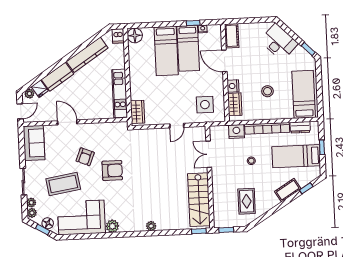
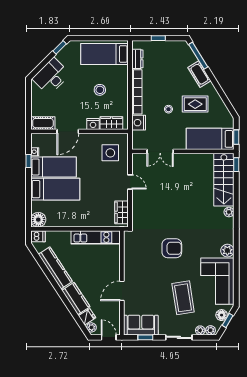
wardrobe: (137, 112) -> (122, 212), moved, turned -90
window: (22, 148) -> (145, 337), added
bed: (296, 156) -> (210, 139), moved, turned 90
armchair: (85, 157) -> (157, 275), removed
armchair: (112, 170) -> (172, 248), turned 90
window: (306, 188) -> (198, 56), width x2.17
stairs: (199, 200) -> (224, 180), moved, turned 90
rug: (247, 201) -> (195, 104), moved

